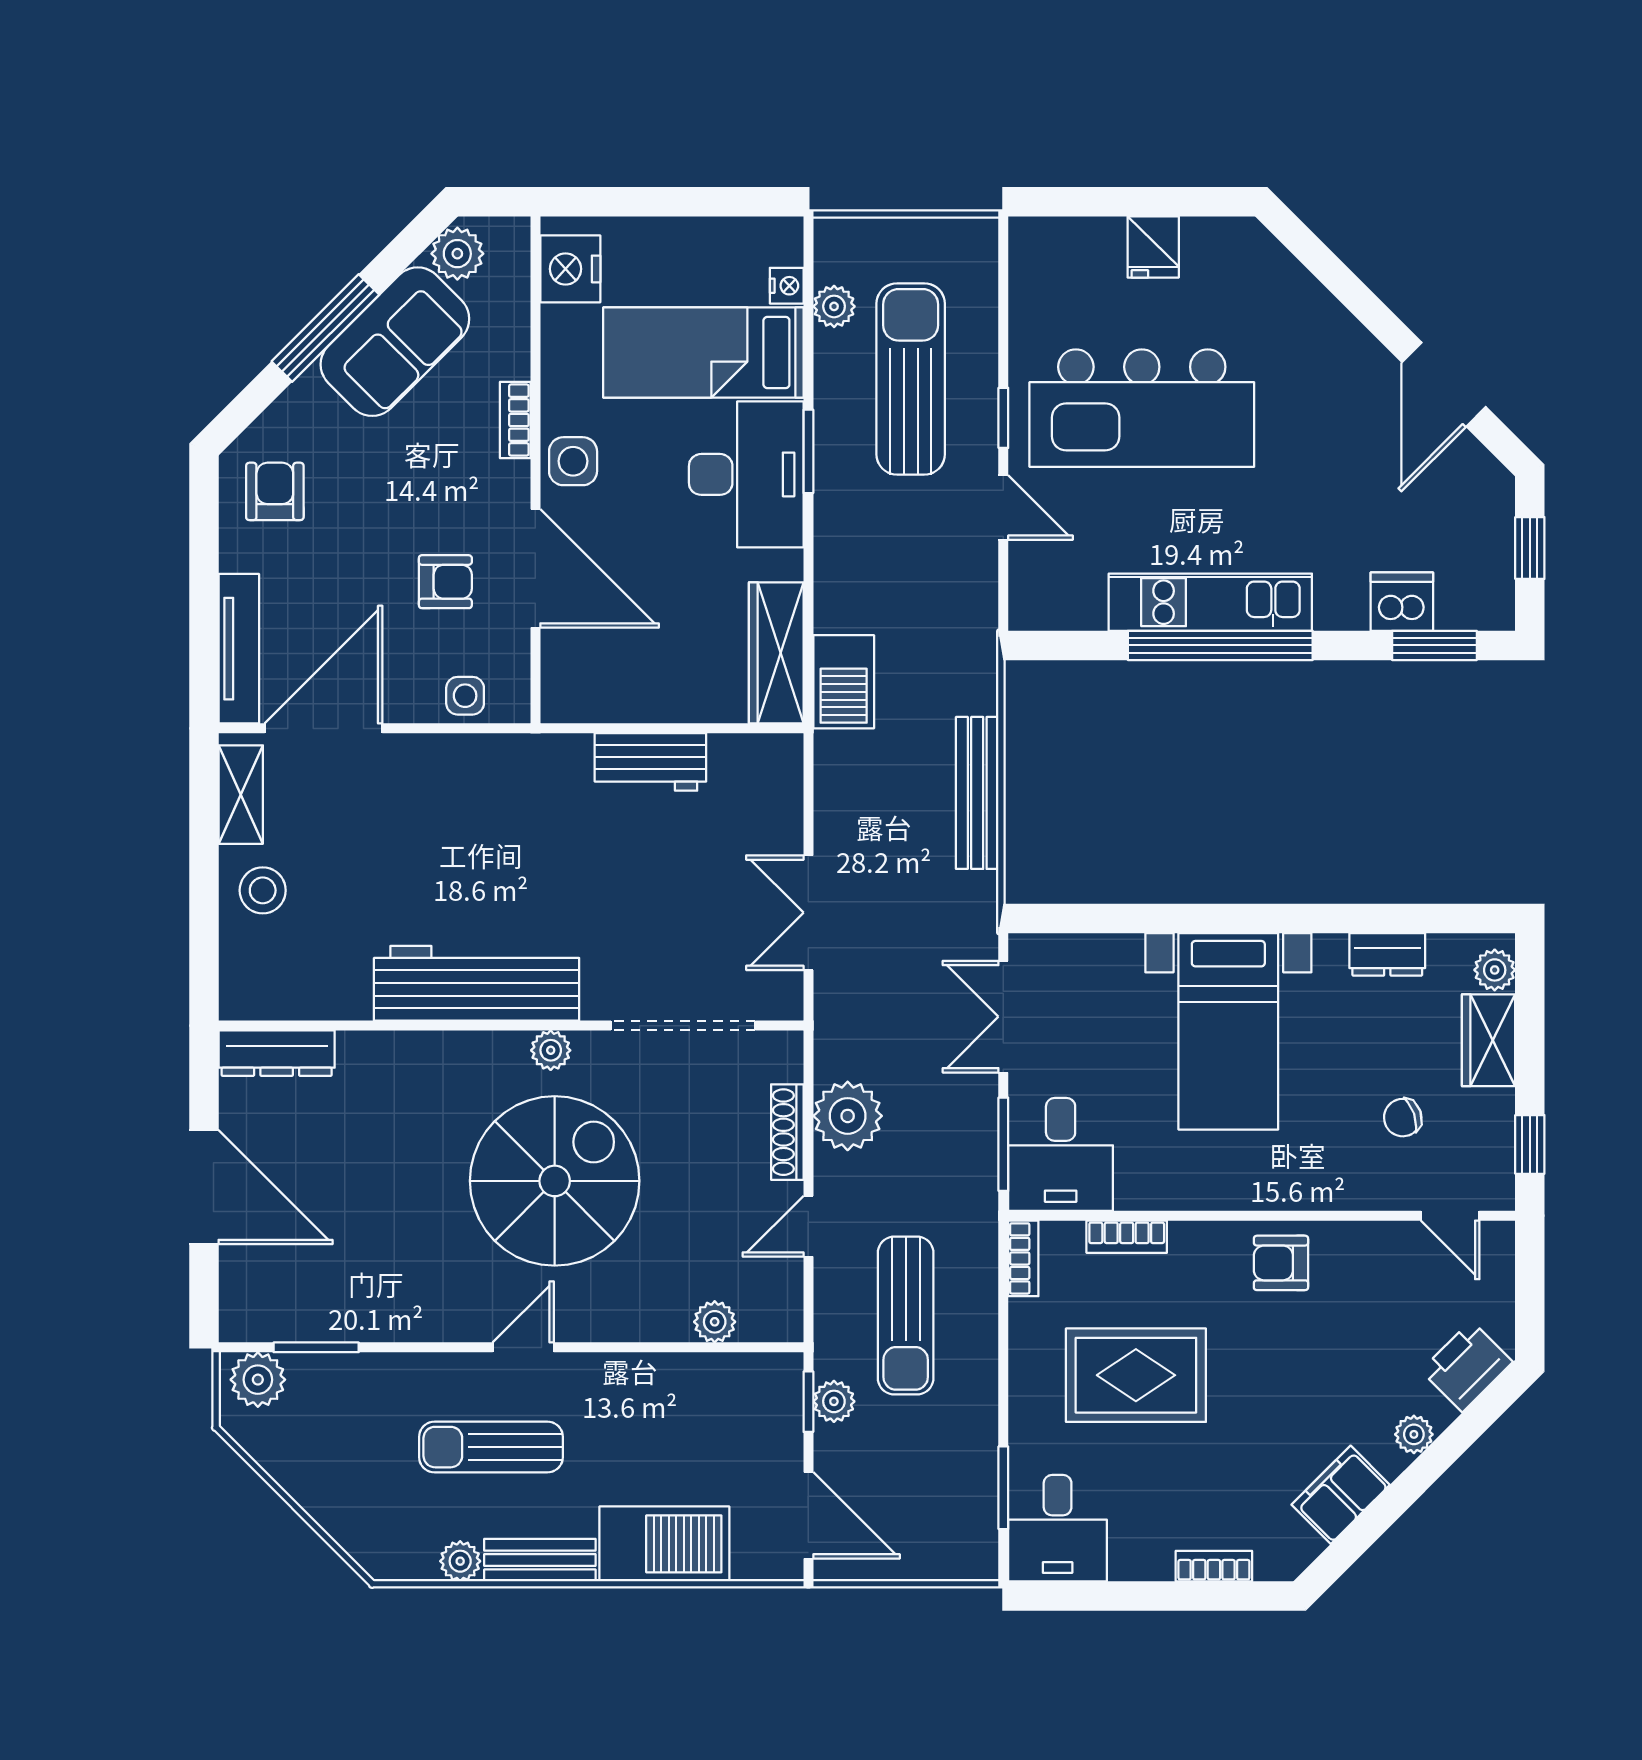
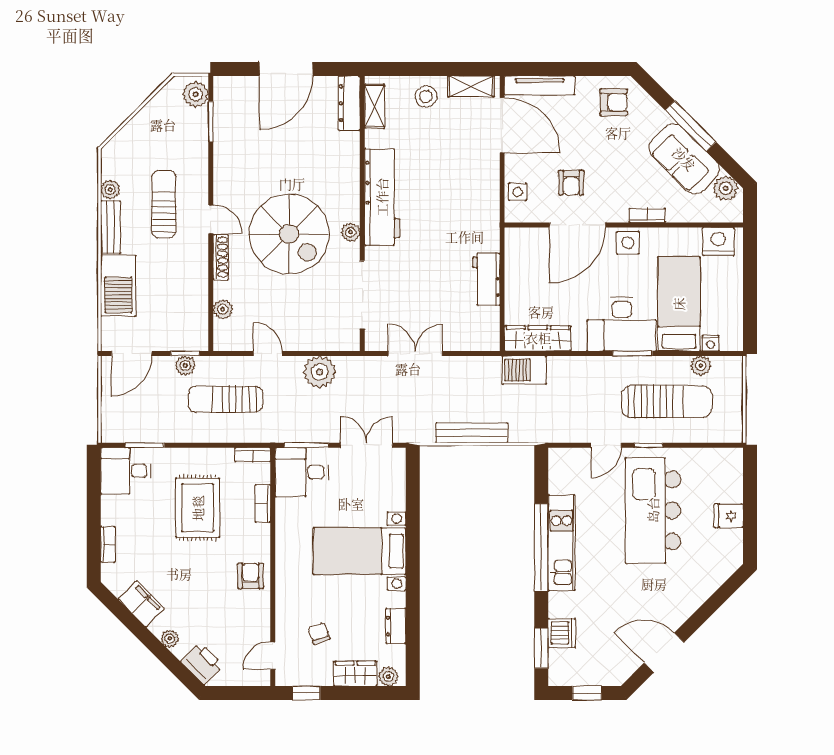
shelving: (283, 1000) -> (374, 106), added
shoe rack: (787, 1132) -> (221, 257), moved, turned 90

